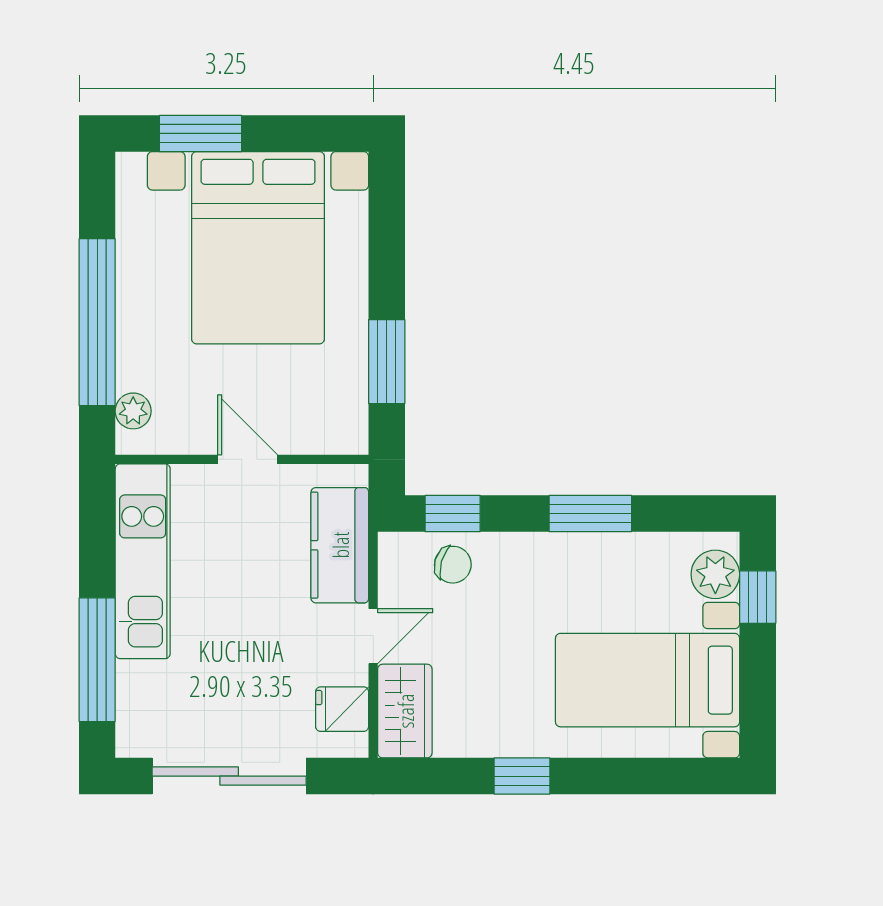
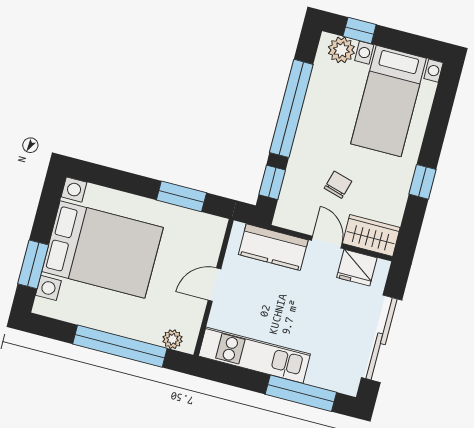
window: (590, 514) -> (291, 108), width x2.11
chair: (453, 565) -> (338, 185), moved
fridge: (342, 709) -> (357, 268), width x1.38

